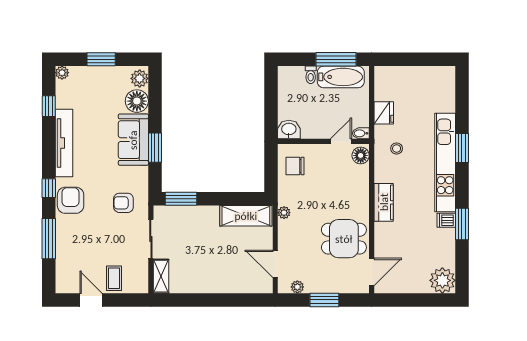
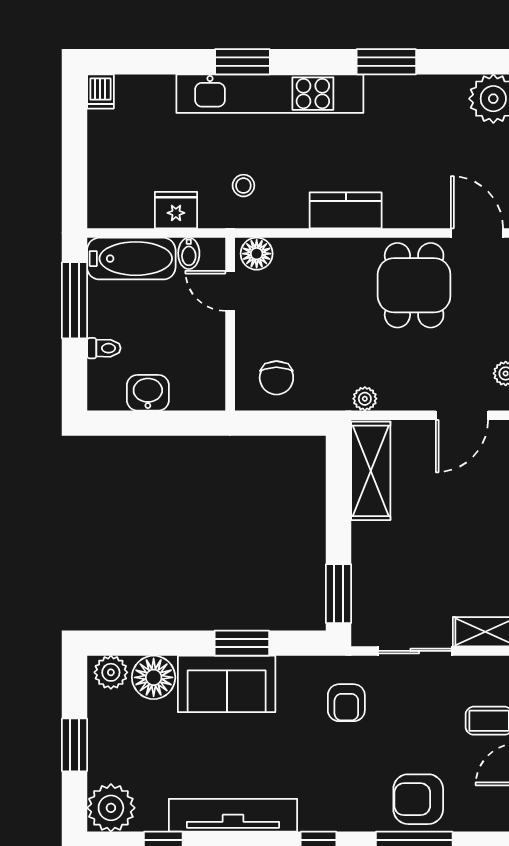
plant: (62, 73) -> (111, 808), width x1.87, depth x1.87
bathtub: (341, 77) -> (131, 259), moved, turned 90
washbasin: (289, 130) -> (148, 393), moved, turned 90
bidet: (361, 133) -> (189, 253), moved
armchair: (71, 200) -> (418, 799), moved
dishwasher: (446, 220) -> (100, 91), moved

